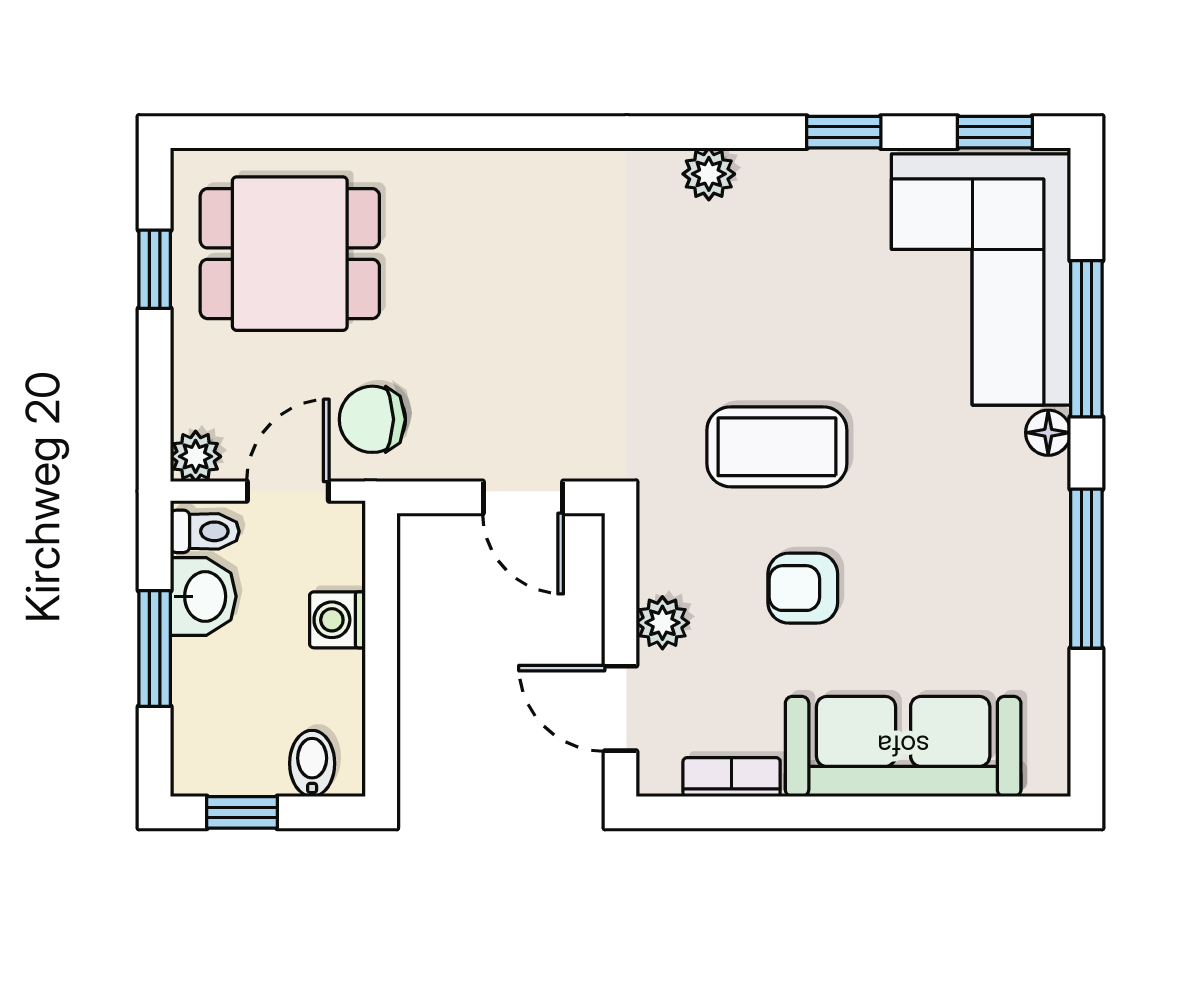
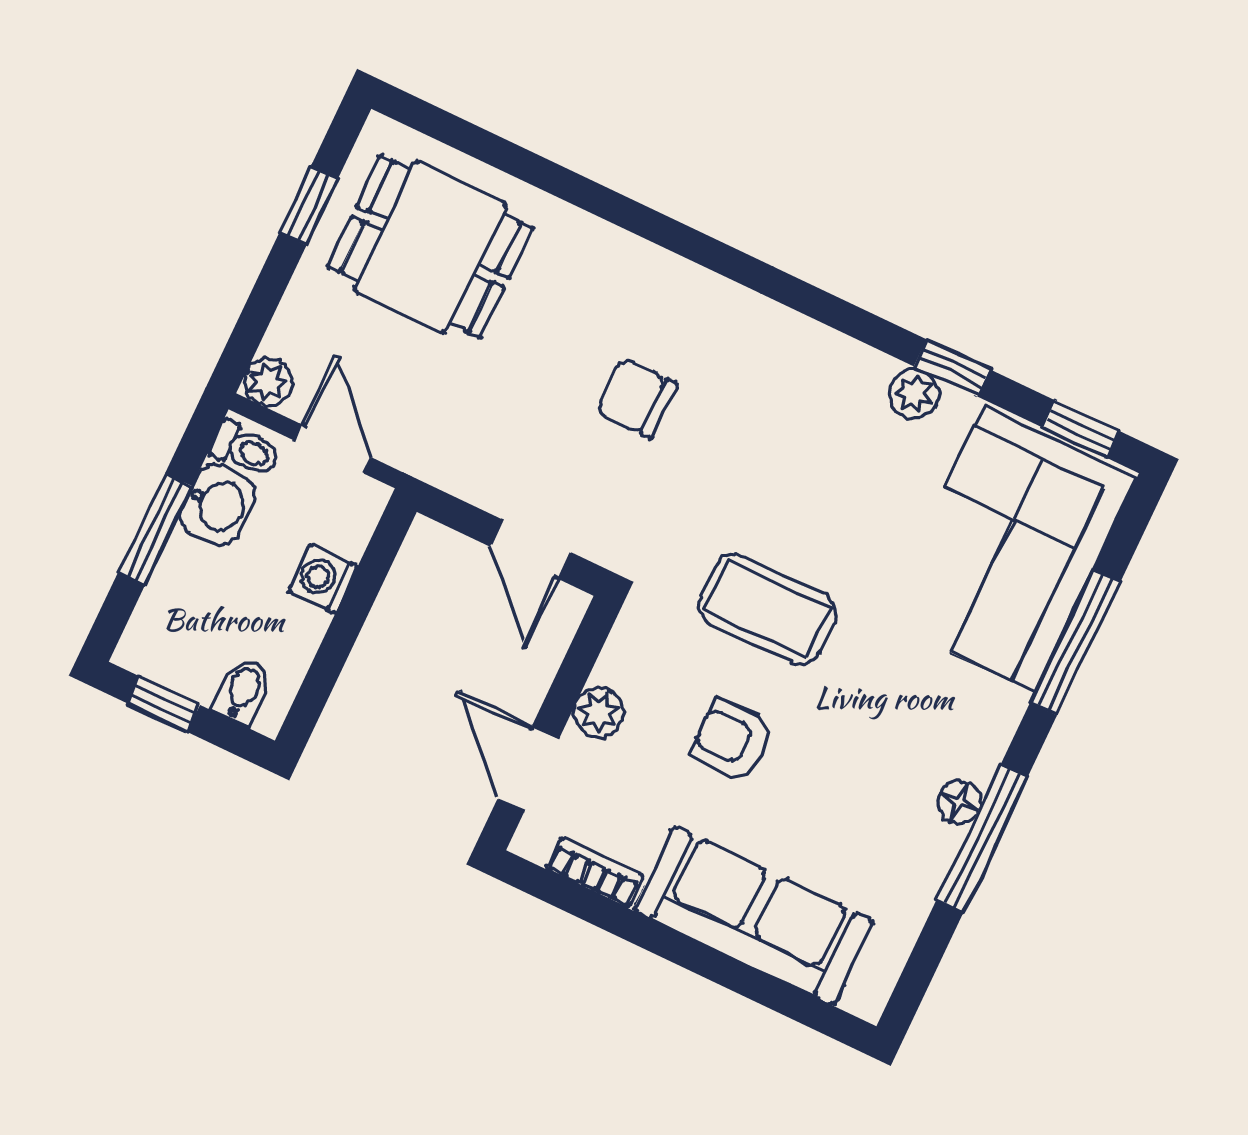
plant: (709, 174) -> (914, 393), moved
chair: (372, 419) -> (636, 398), moved
floor lamp: (1048, 433) -> (959, 802), moved
door: (288, 491) -> (333, 449), hinge flipped

